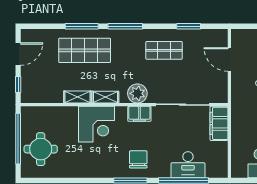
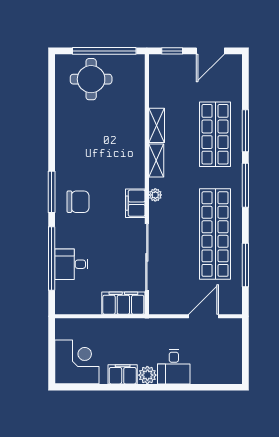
window: (189, 26) -> (245, 265), width x1.44
shop shelf: (164, 50) -> (215, 234), width x2.00, depth x1.36
door: (18, 54) -> (210, 51), hinge flipped
plant: (137, 93) -> (155, 195), width x0.53, depth x0.53
corner desk: (97, 124) -> (122, 149), removed
desk: (188, 165) -> (71, 264), width x0.73

